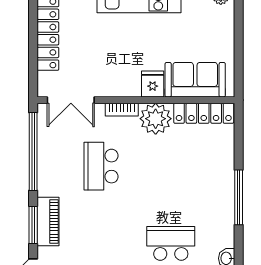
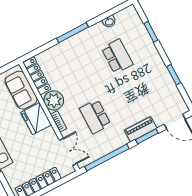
fridge: (153, 84) -> (36, 119), width x1.88, depth x1.34
school desk: (101, 166) -> (95, 116), turned 90
school desk: (171, 243) -> (117, 56), turned 180

